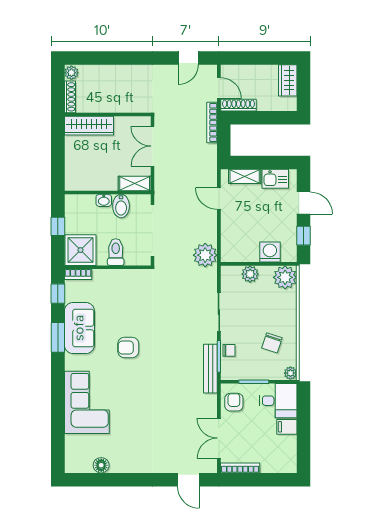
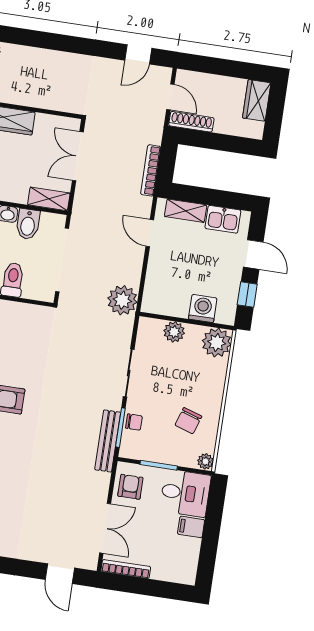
bookcase: (212, 123) -> (151, 170), moved
double door: (219, 438) -> (105, 528), swing flipped

